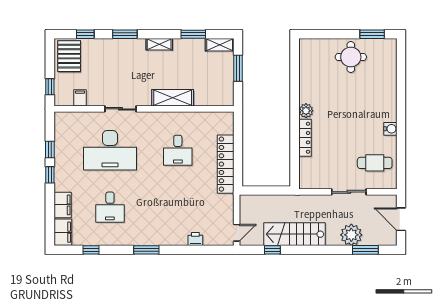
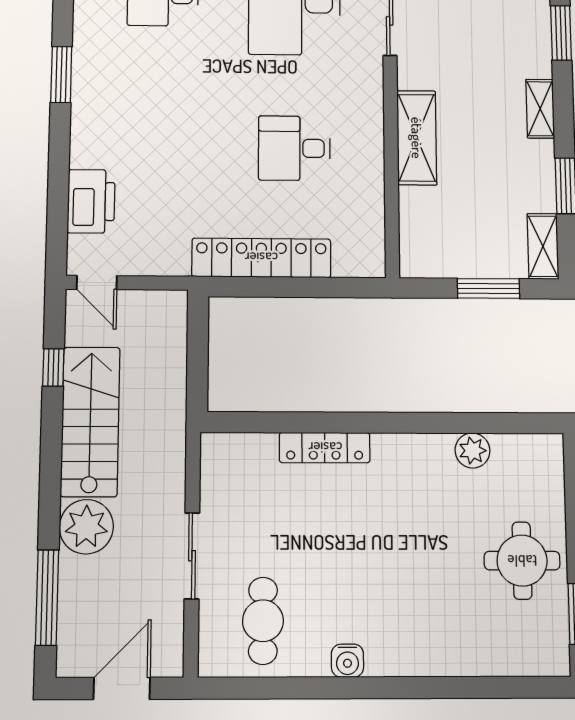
plant: (306, 111) -> (472, 451), moved
plant: (351, 235) -> (86, 527), moved
printer: (195, 239) -> (91, 201), width x1.87, depth x1.48
window: (365, 250) -> (47, 597), width x1.44

